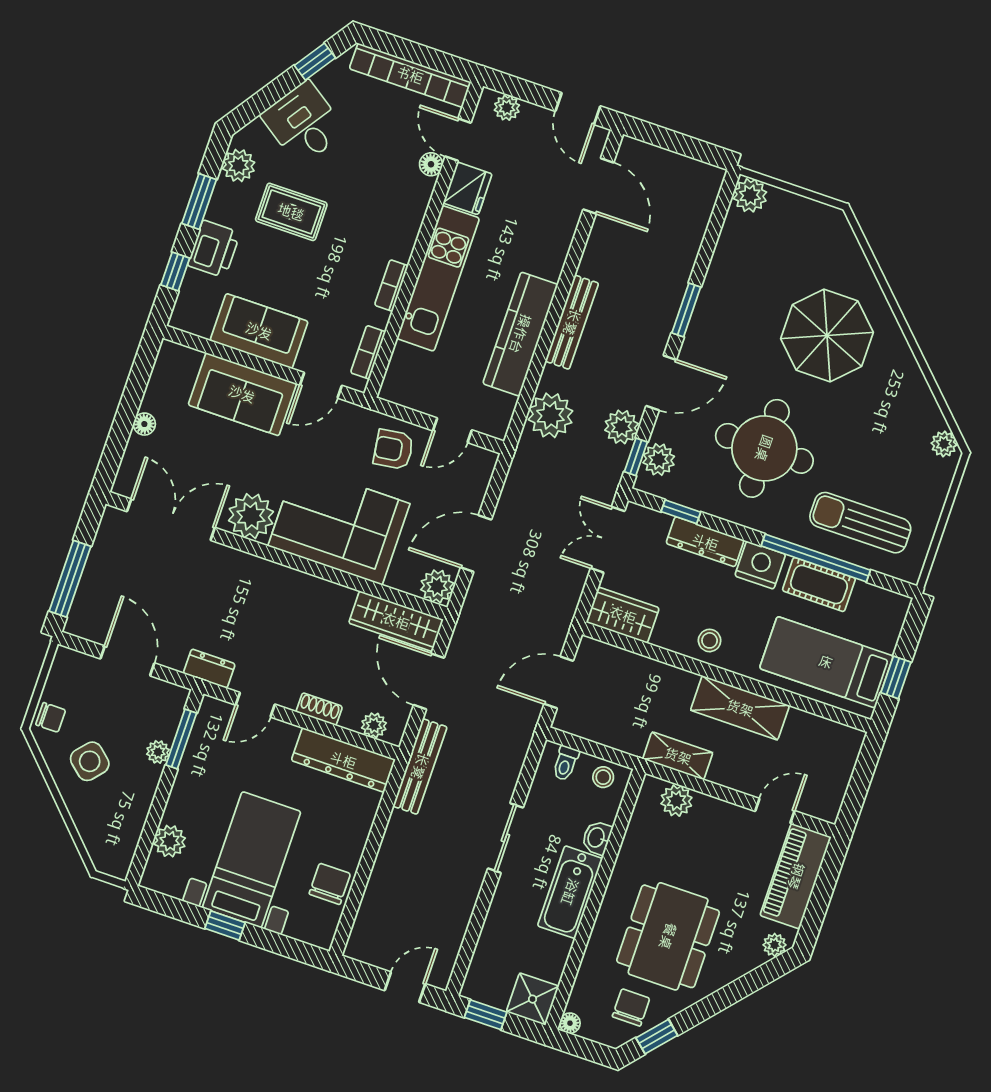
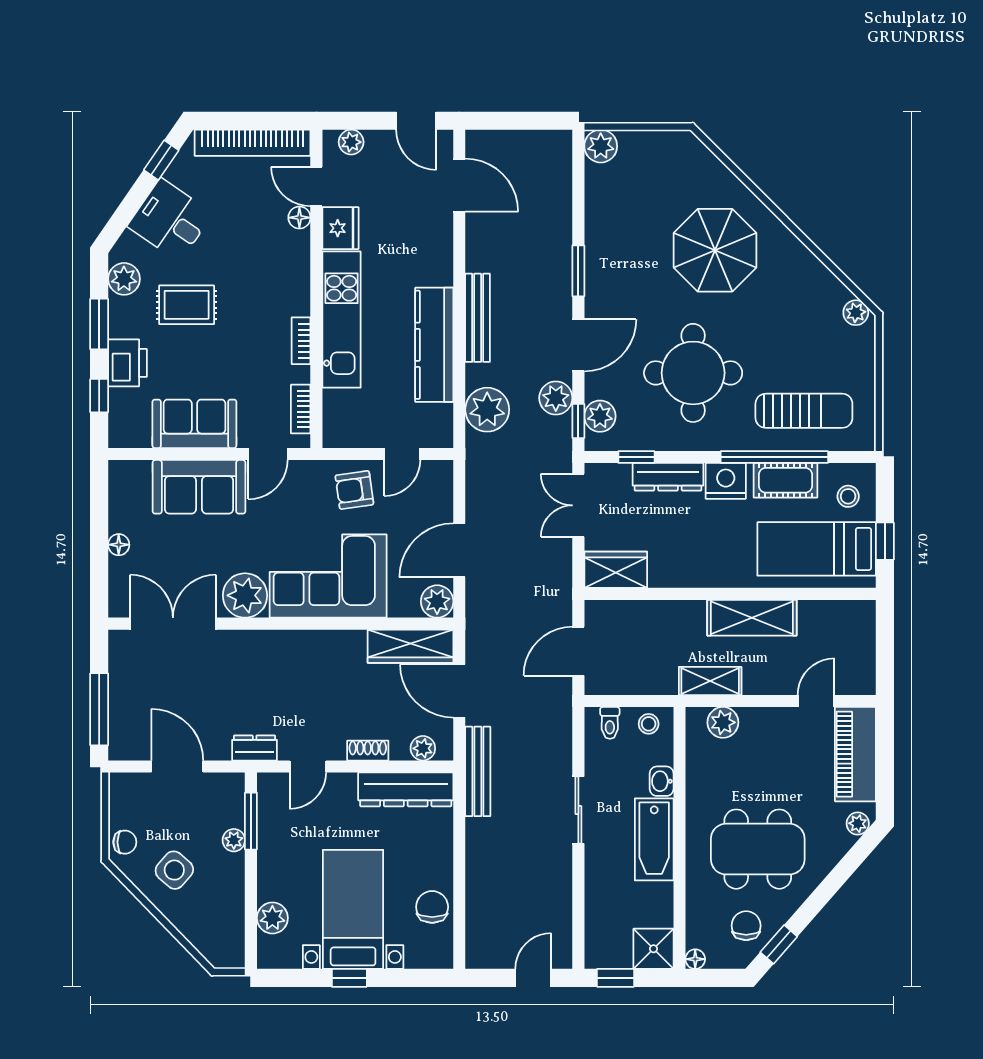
sun lounger: (860, 523) -> (804, 411), turned 180
stool: (710, 640) -> (848, 496), moved
dining table: (668, 936) -> (758, 849), turned 90

